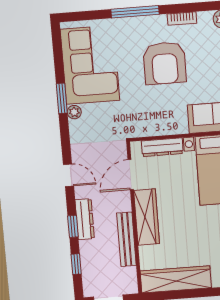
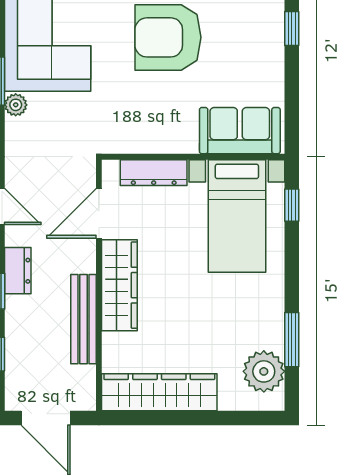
armchair: (165, 63) -> (168, 37), turned 90
dresser: (85, 219) -> (18, 271), width x0.70

